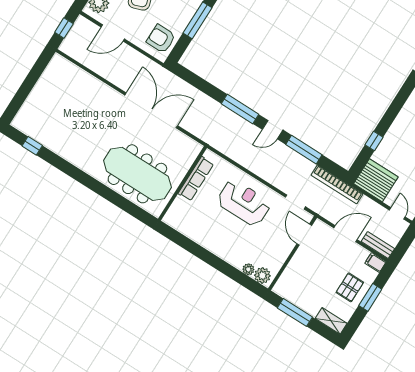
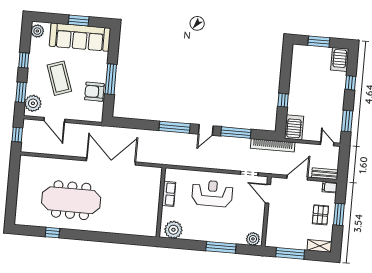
door: (113, 33) -> (54, 120), hinge flipped
armchair: (161, 39) -> (94, 92), moved
window: (32, 146) -> (52, 233), moved
meeting table: (137, 174) -> (71, 200), moved
row of seats: (196, 179) -> (169, 194), width x0.68
server rack: (376, 180) -> (294, 127), width x0.62
window: (223, 267) -> (221, 247), added
plant: (248, 269) -> (173, 230), moved, width x1.88, depth x1.88

